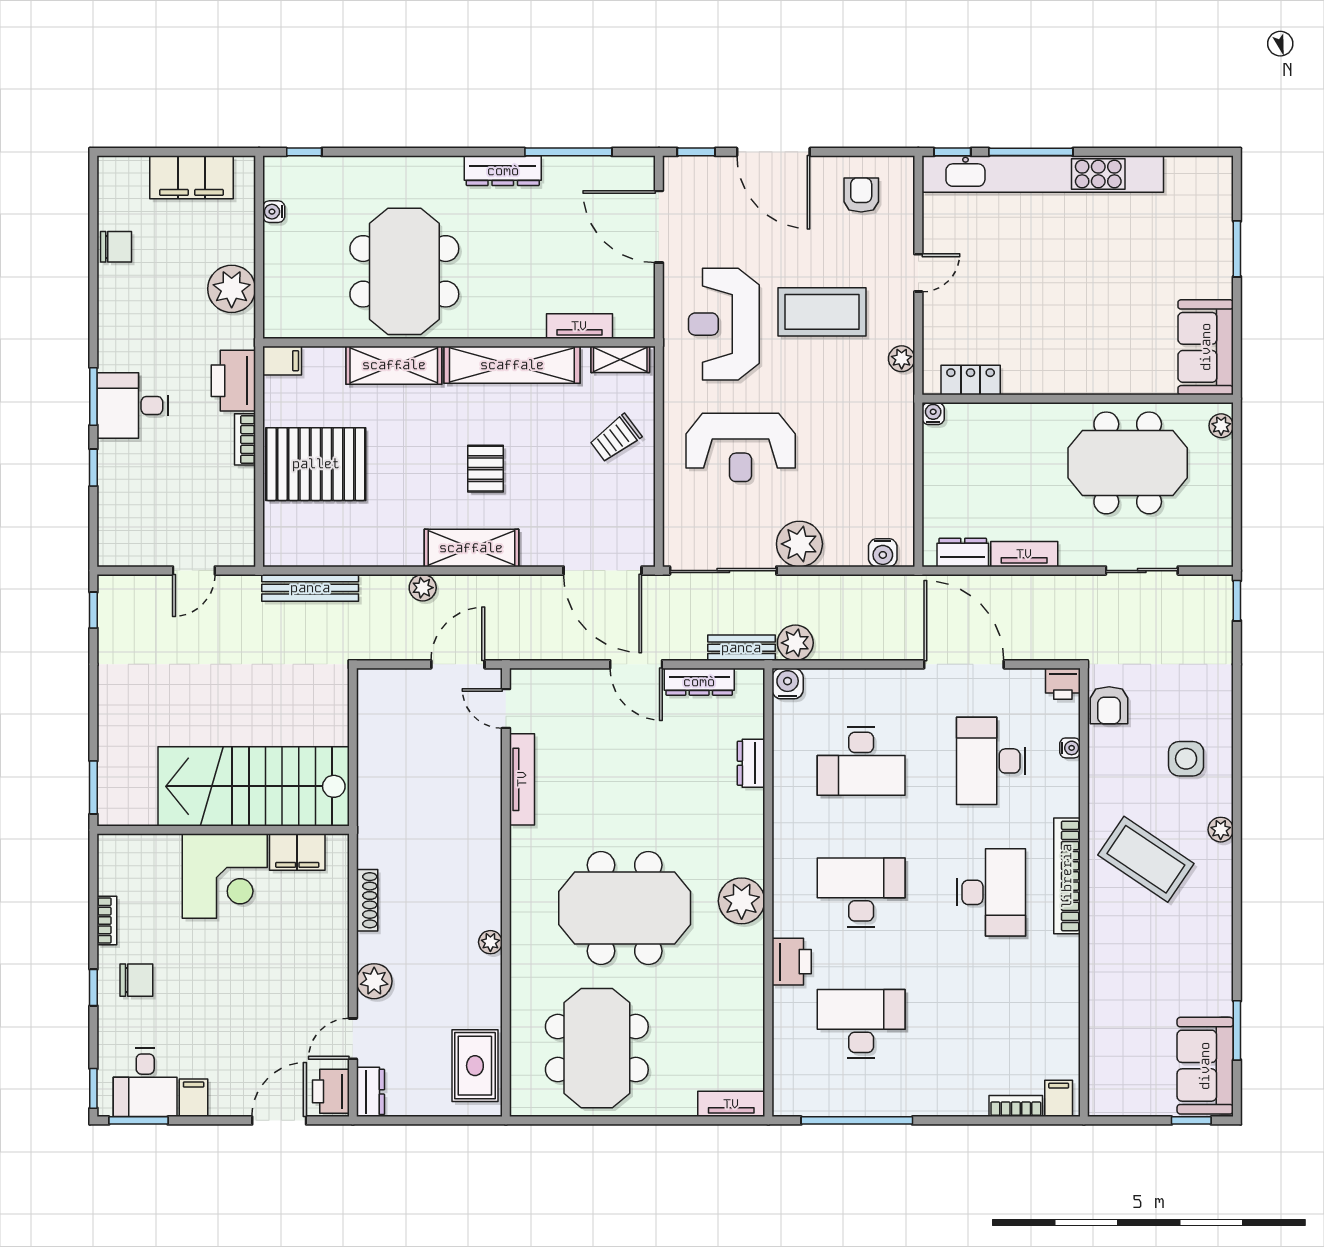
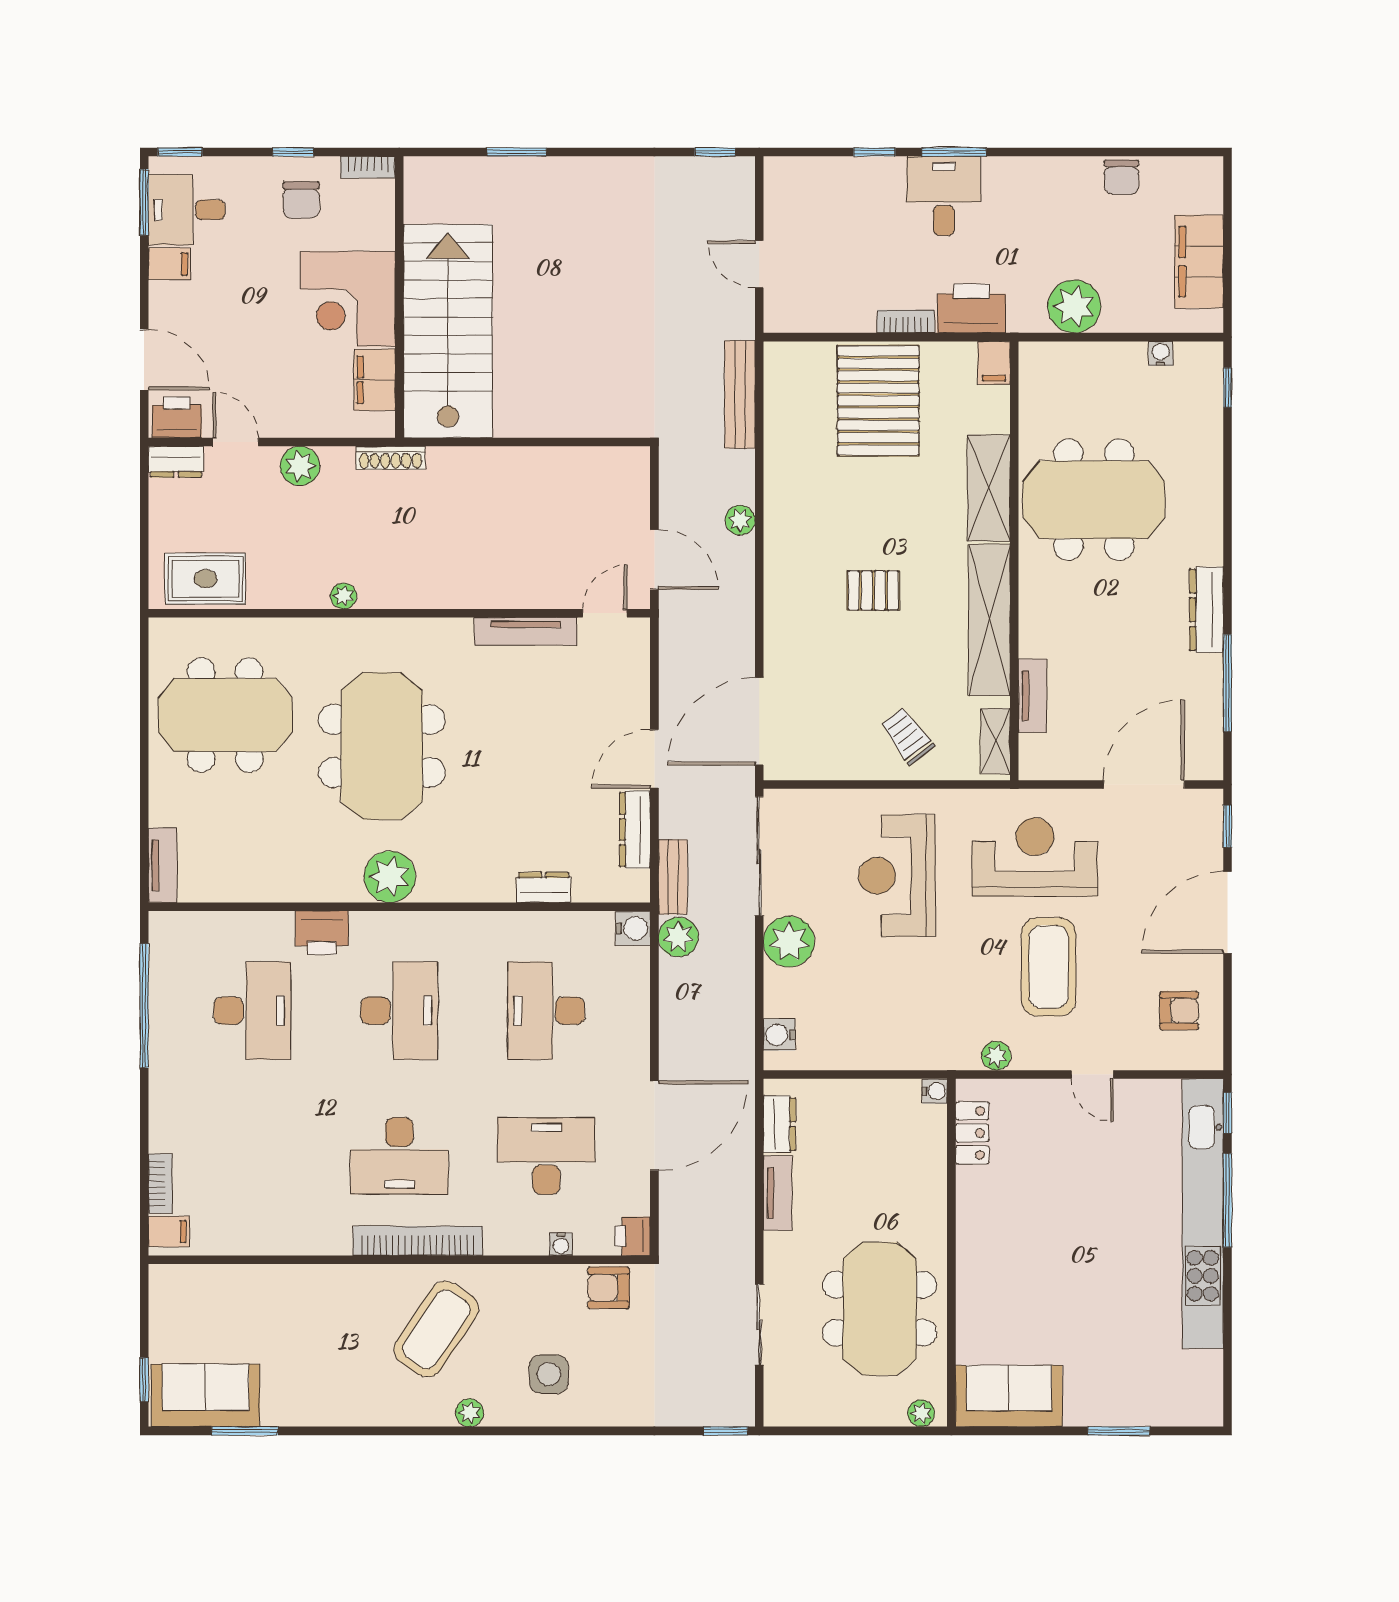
shelving: (471, 548) -> (784, 575), removed
stairs: (254, 786) -> (448, 331), moved
wall: (223, 830) -> (399, 297), moved
filing cabinet: (297, 852) -> (375, 380), moved
corner desk: (225, 876) -> (348, 299), moved

